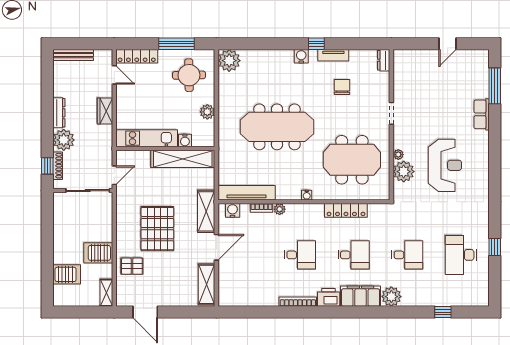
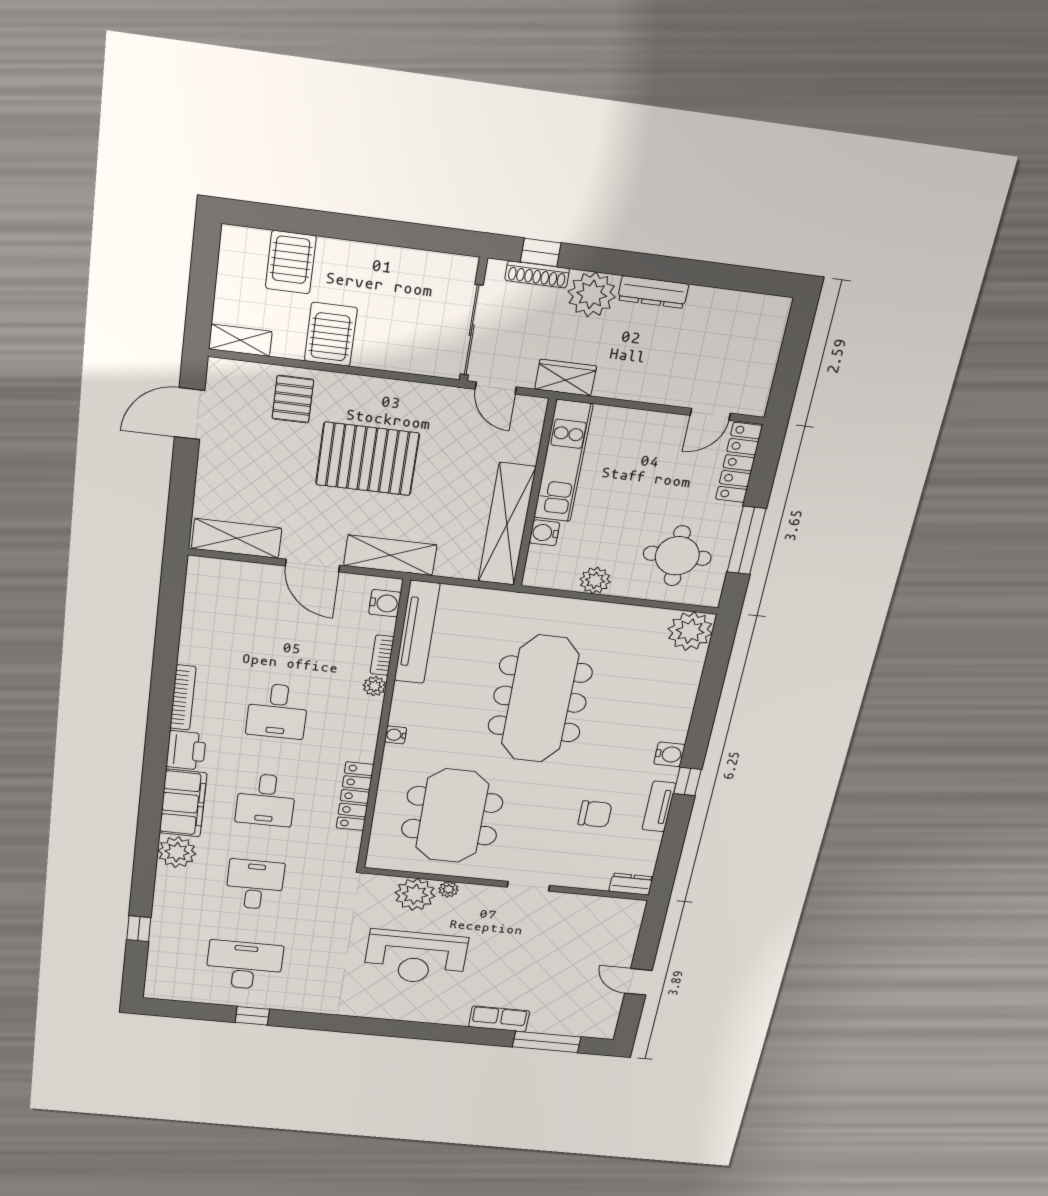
bench: (73, 55) -> (771, 337), removed
wardrobe: (105, 111) -> (566, 378), moved
desk: (407, 255) -> (255, 885), turned 180

